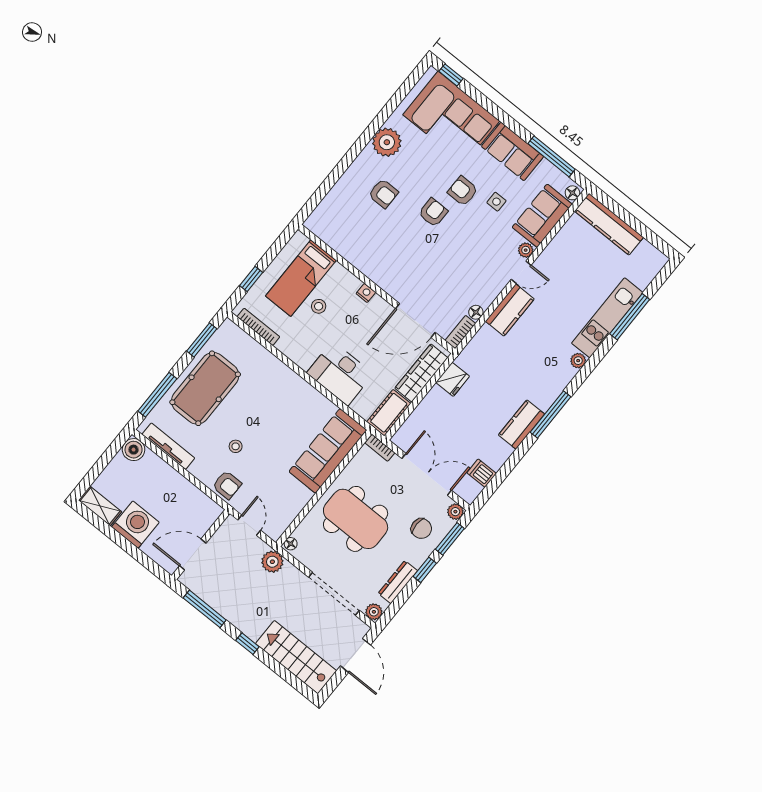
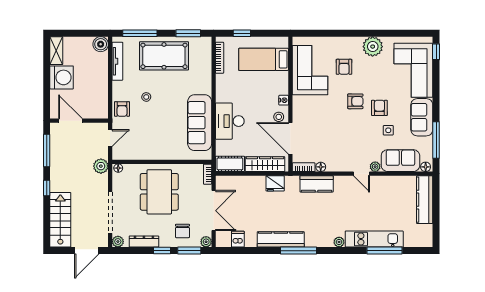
corner sofa: (356, 235) -> (310, 70), added
stool: (319, 306) -> (279, 117), moved
kitchen counter: (510, 310) -> (317, 184), moved
kitchen counter: (521, 425) -> (281, 239), width x1.50
sofa: (328, 451) -> (200, 123), moved, turned -90

